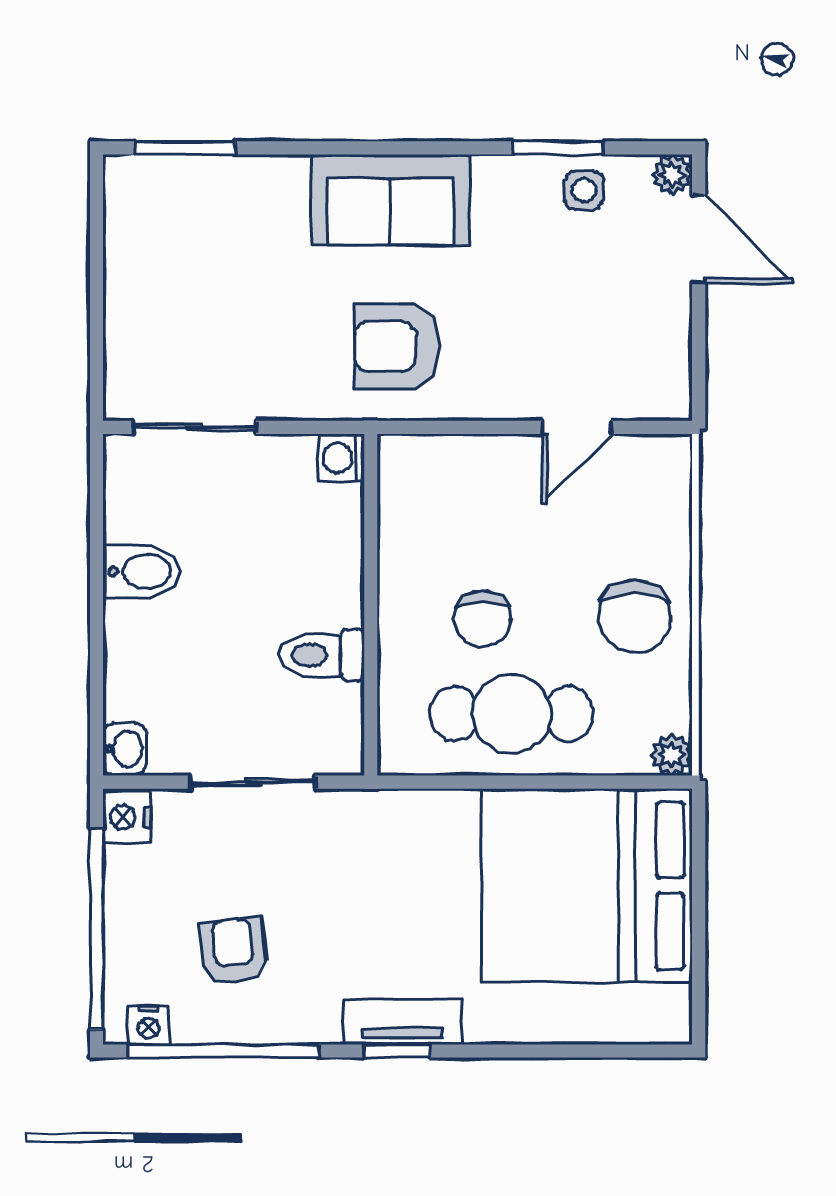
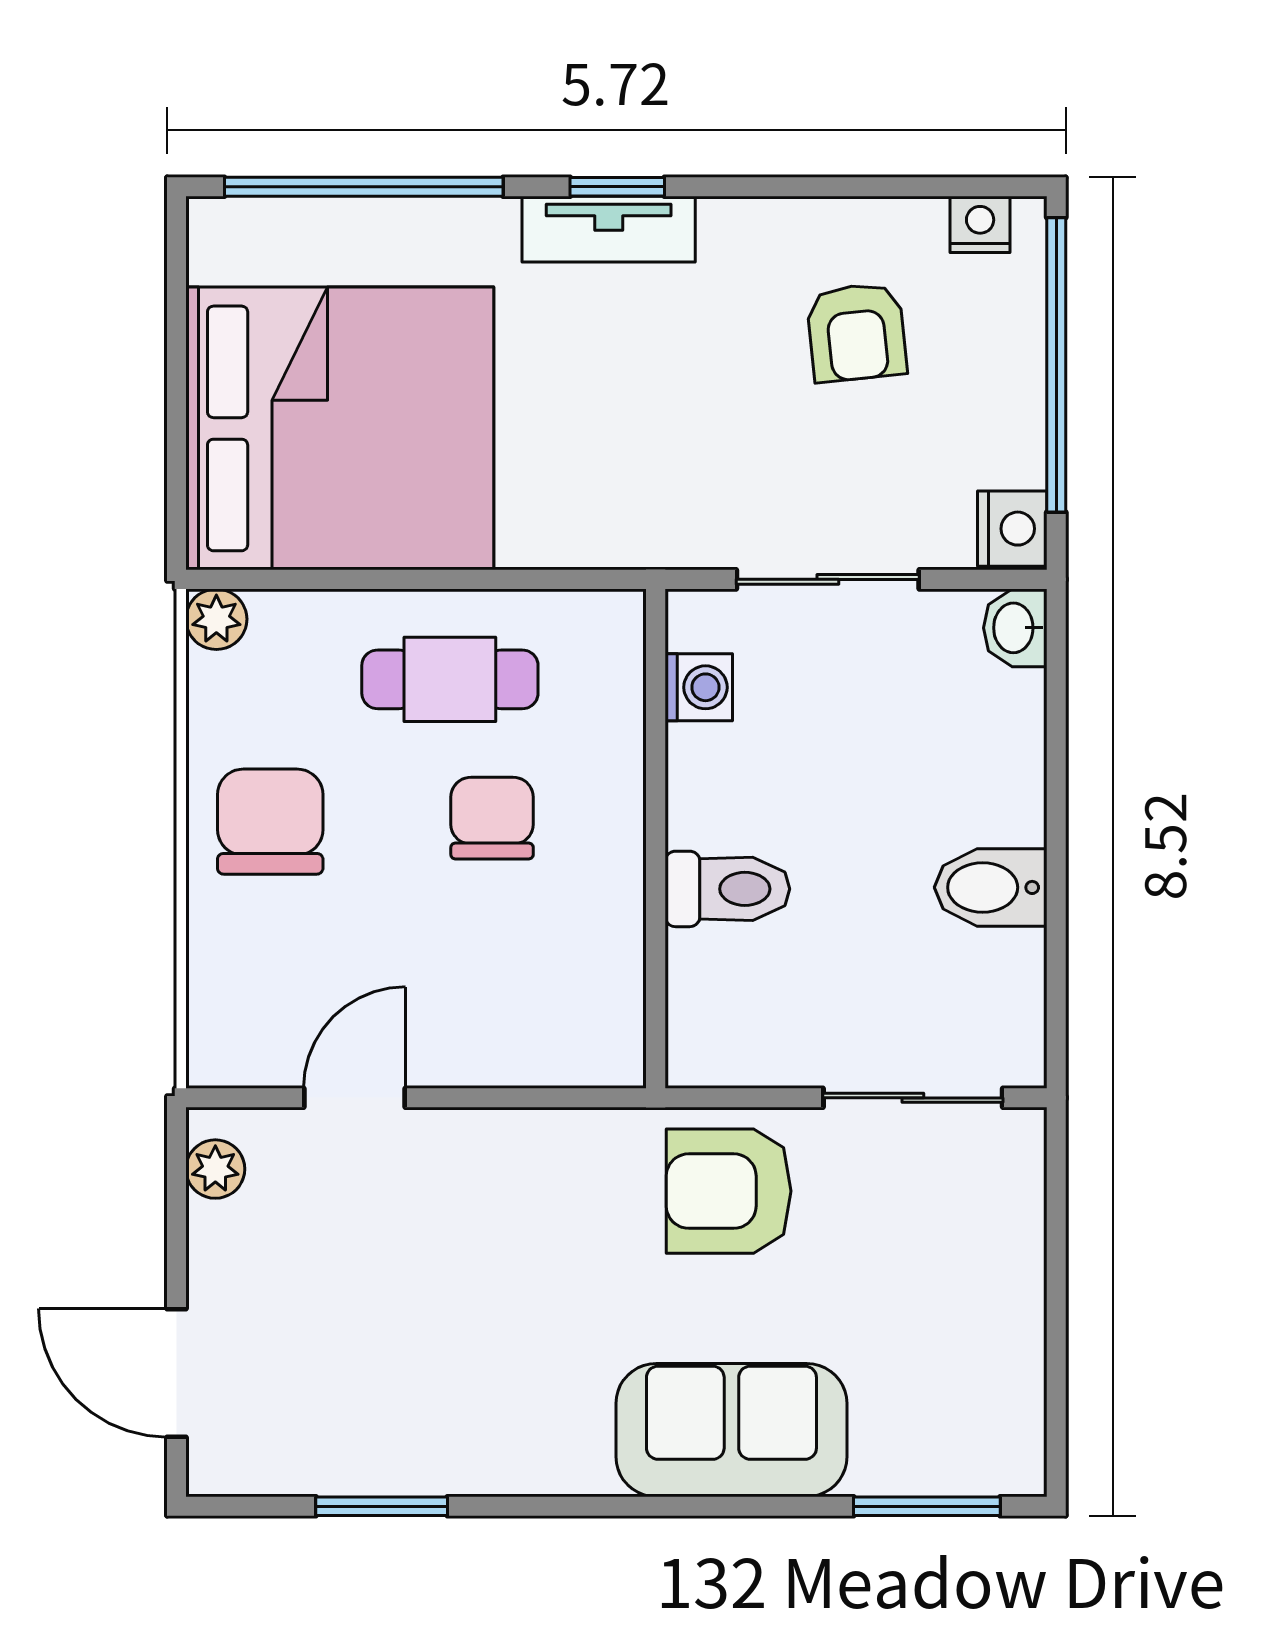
plant: (672, 174) -> (215, 1169), moved
side table: (584, 190) -> (344, 1444), removed
sofa: (390, 200) -> (731, 1430), moved
armchair: (397, 346) -> (729, 1191), moved, turned 180
washing machine: (341, 458) -> (699, 687), moved
toilet: (322, 655) -> (727, 889), moved
cafe table: (512, 714) -> (450, 679), width x0.73, depth x0.74
window: (223, 1051) -> (364, 187), moved

